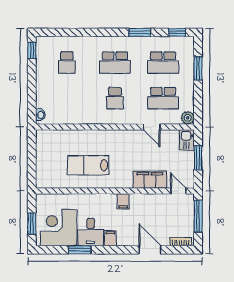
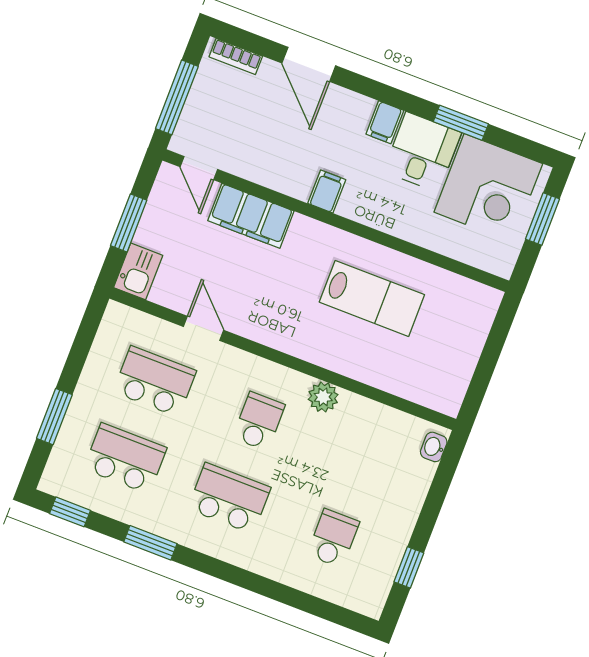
window: (32, 50) -> (409, 567), moved
plant: (188, 118) -> (323, 397), moved

